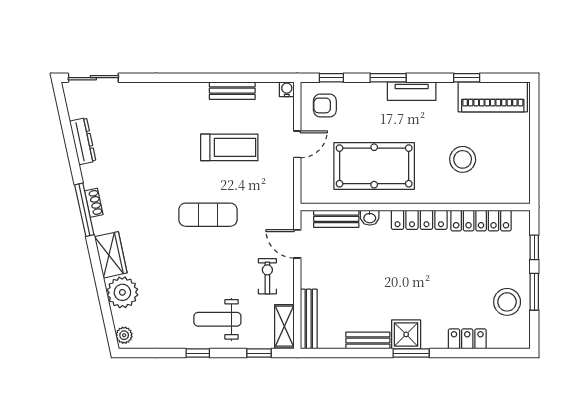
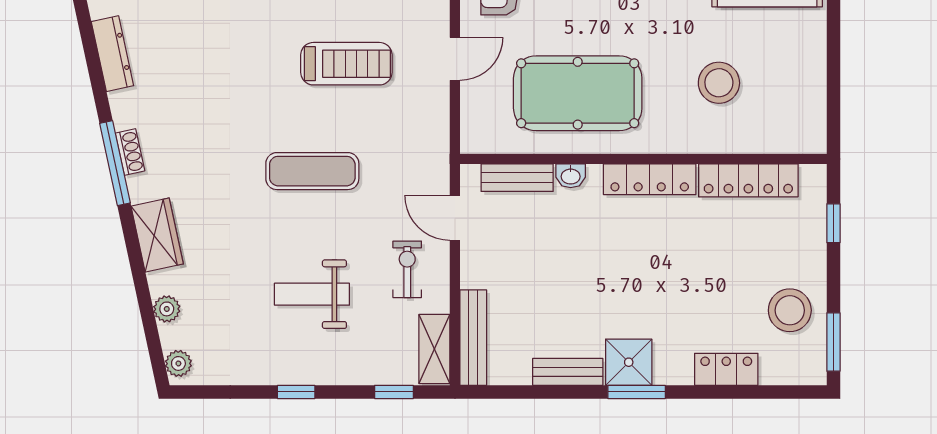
plant: (122, 292) -> (167, 309), width x0.53, depth x0.53
window: (534, 292) -> (833, 342), moved
weight bench: (217, 319) -> (312, 294), moved

